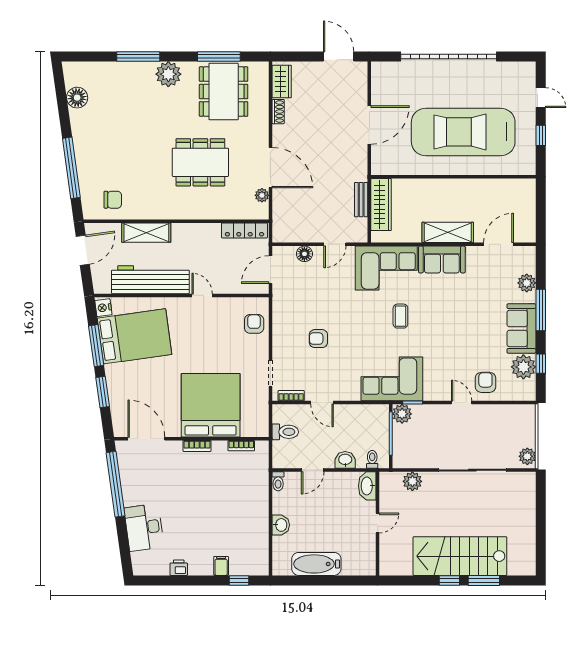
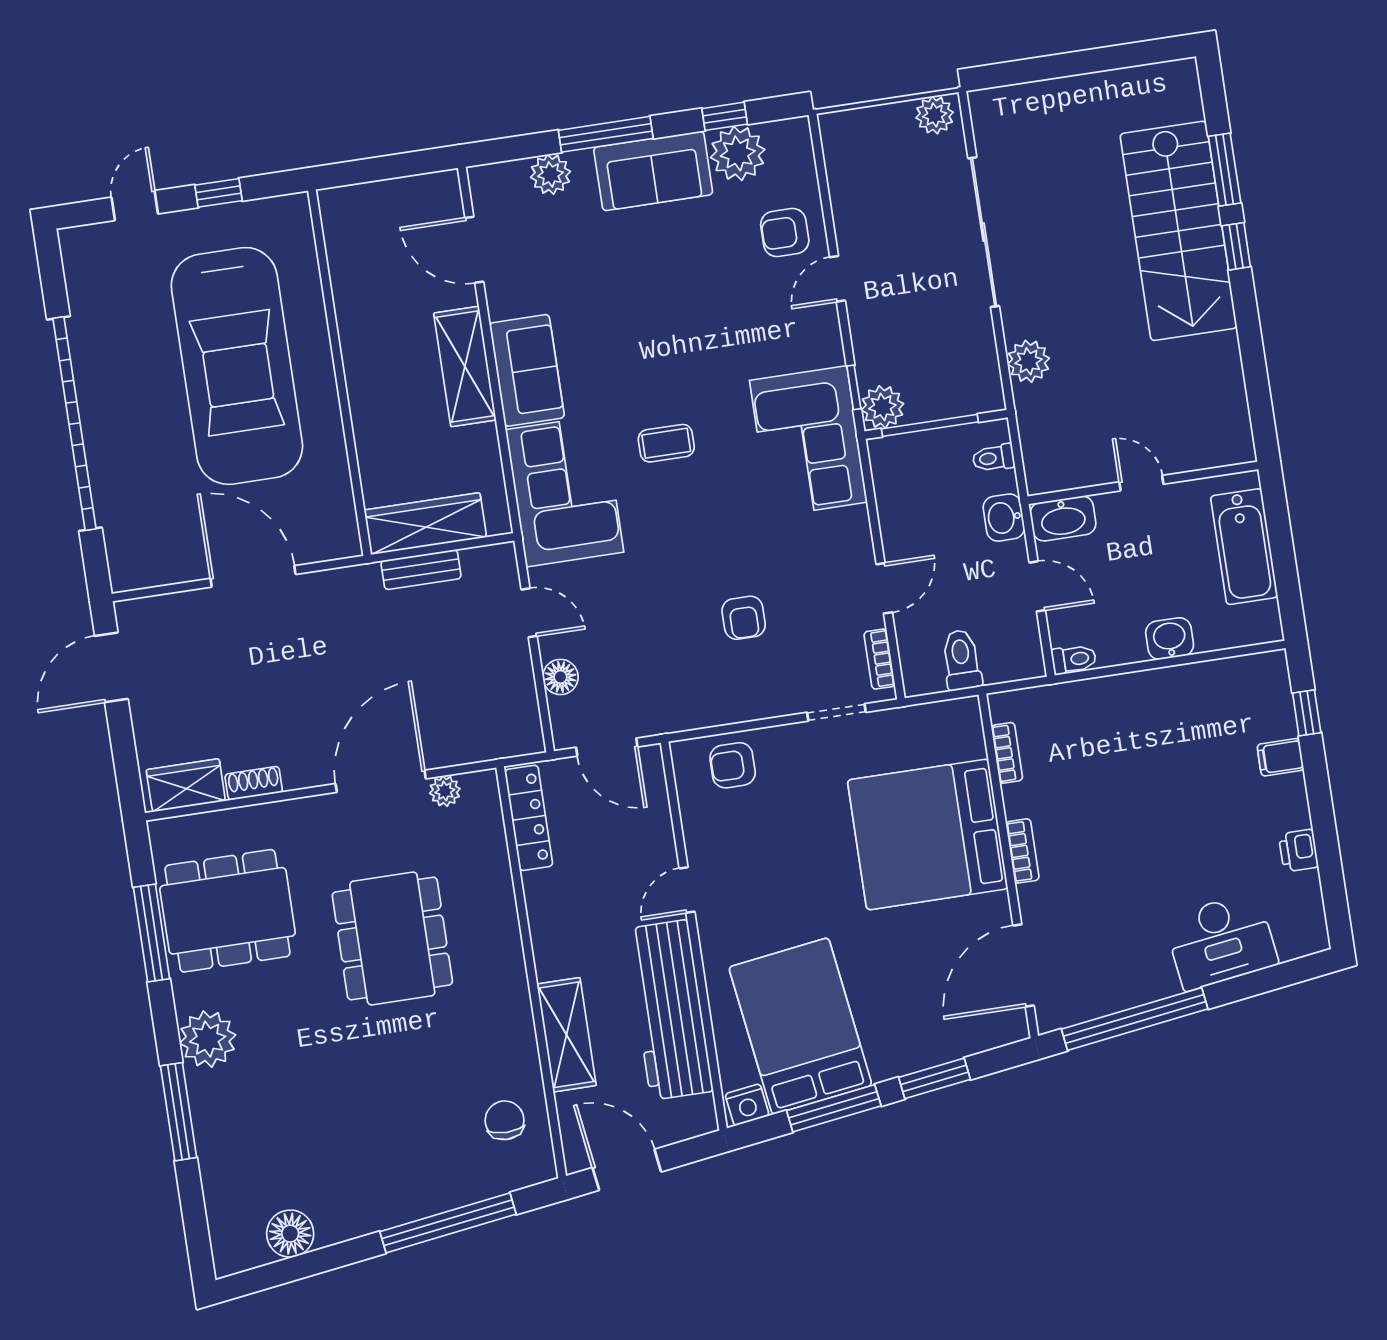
washbasin: (367, 486) -> (1063, 518), moved
door: (378, 523) -> (1141, 483), moved
wall: (378, 524) -> (1143, 483), moved

